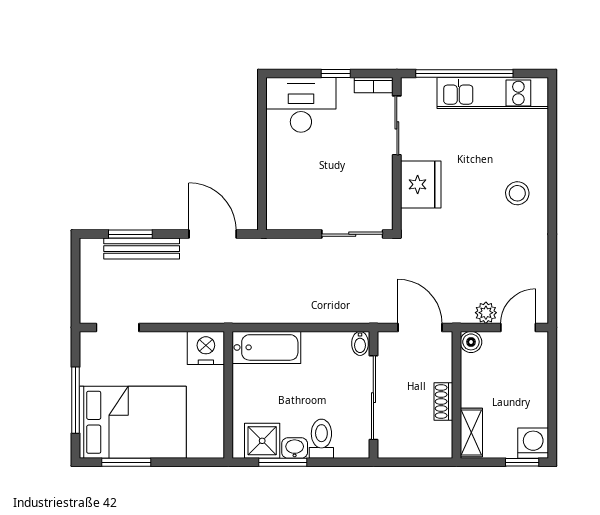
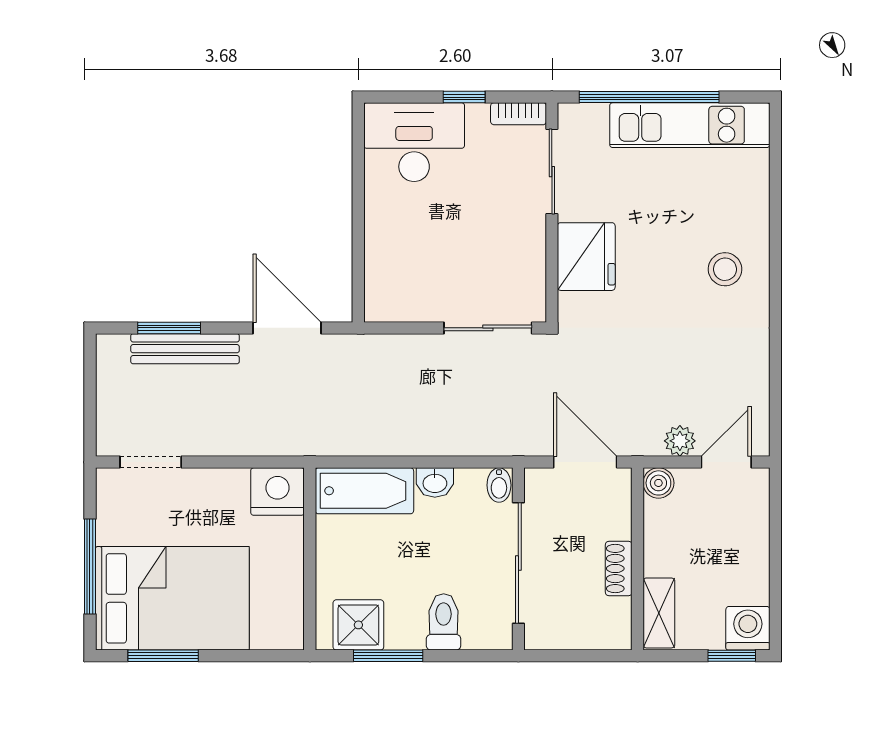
washbasin: (295, 448) -> (435, 483), moved, turned 180

